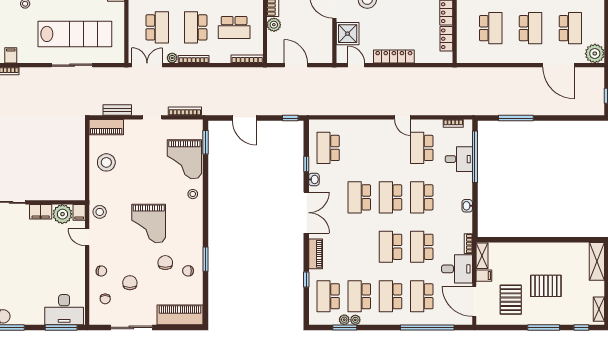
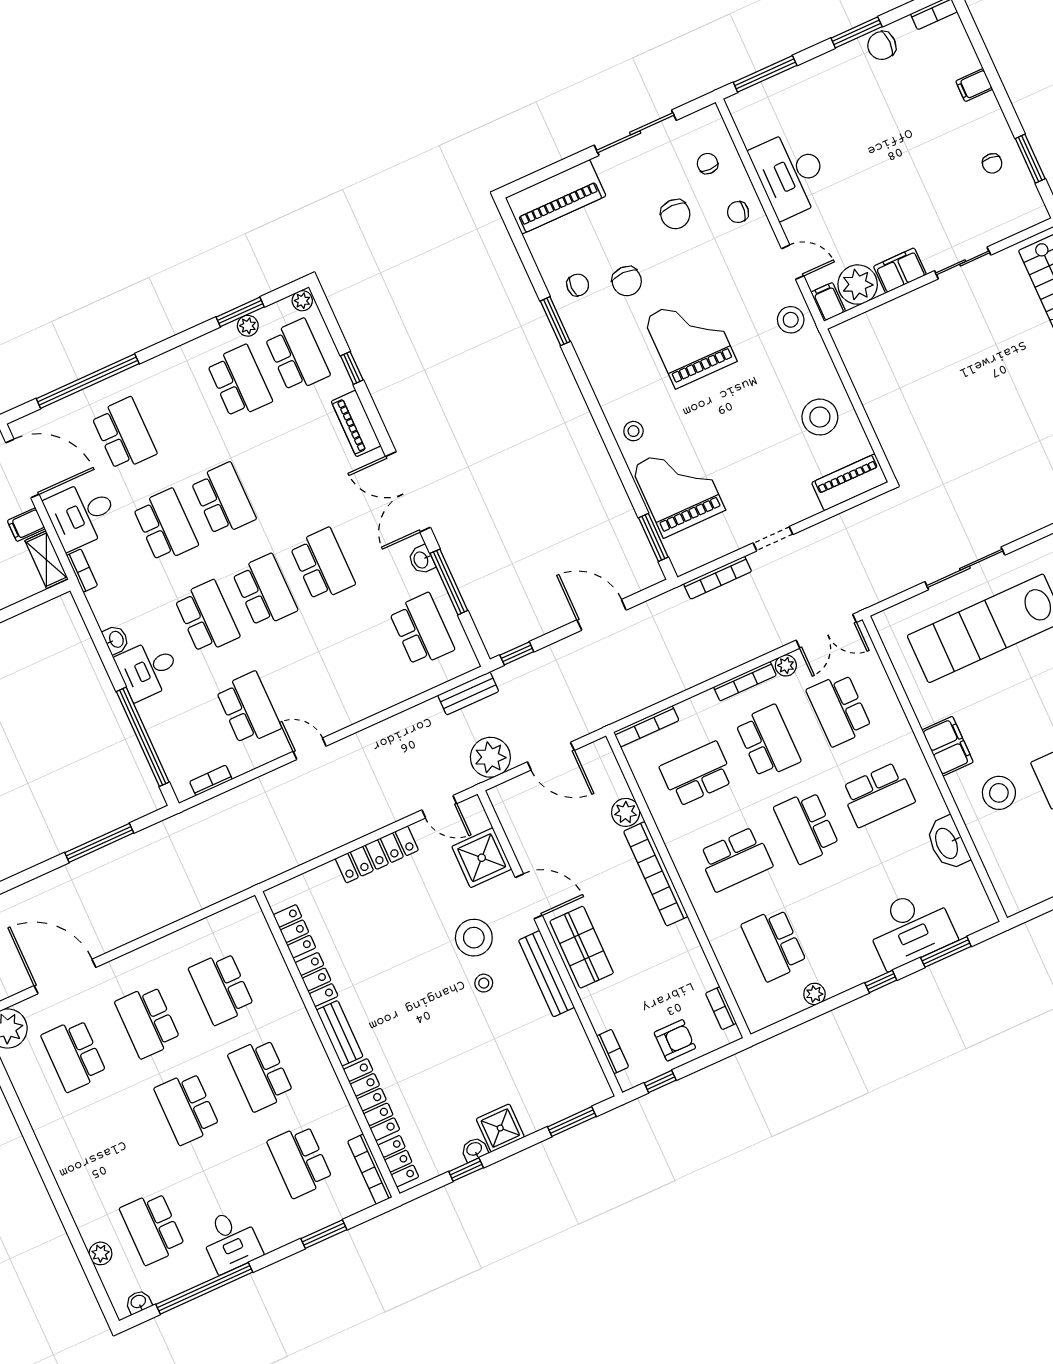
plant: (323, 77) -> (490, 757), added
bench: (117, 110) -> (468, 693), moved
desk: (459, 159) -> (148, 669), moved
window: (306, 164) -> (449, 582), width x2.17
school desk: (391, 296) -> (182, 408), removed
desk: (64, 310) -> (791, 174), moved, turned -90
plant: (355, 320) -> (302, 301), moved

